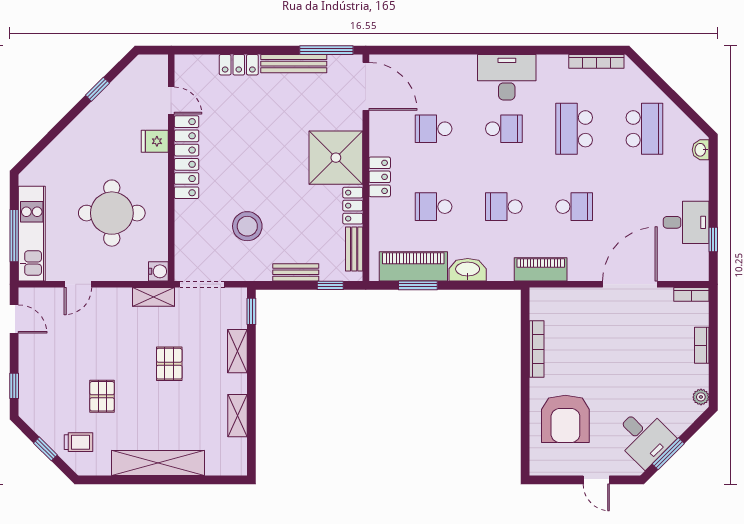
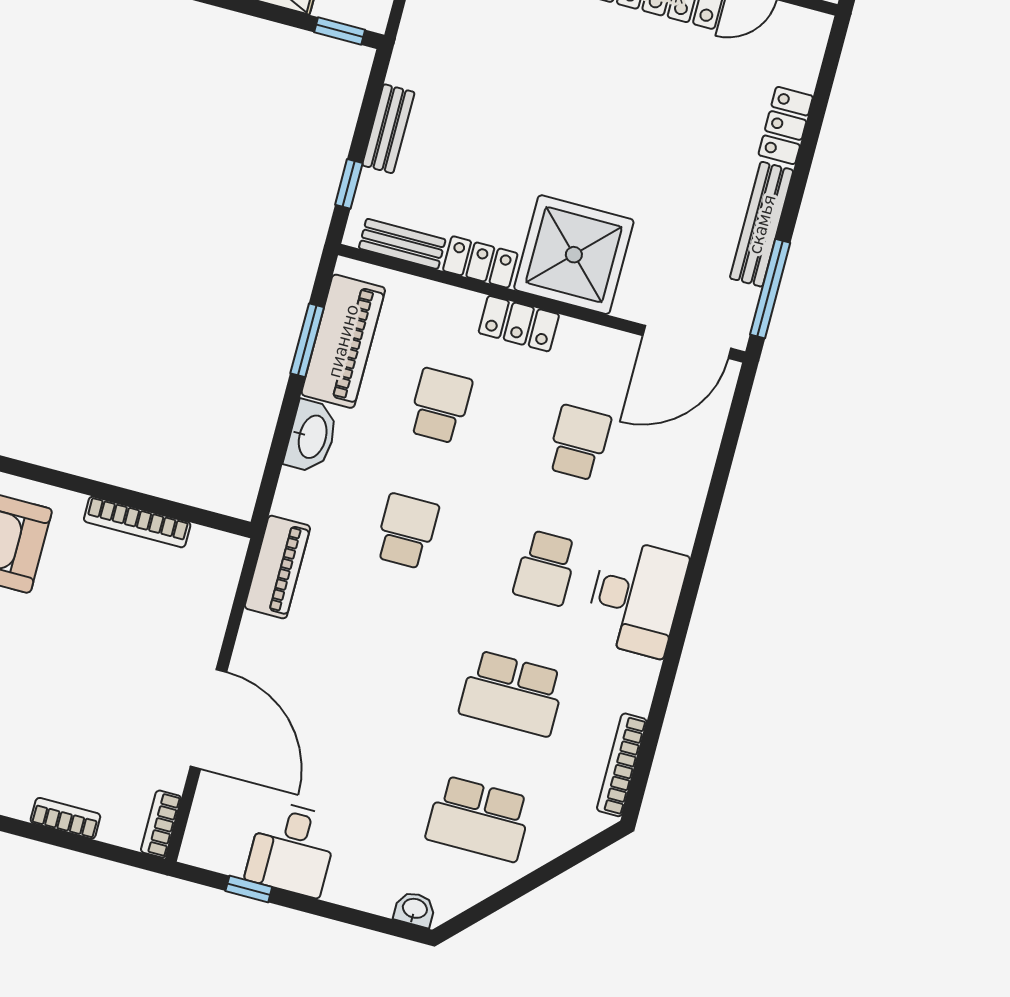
school desk: (574, 129) -> (512, 693), turned 180
school desk: (574, 207) -> (373, 656), removed
stool: (247, 226) -> (494, 64), removed

